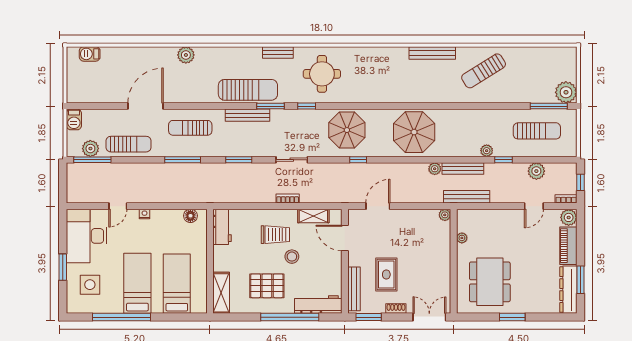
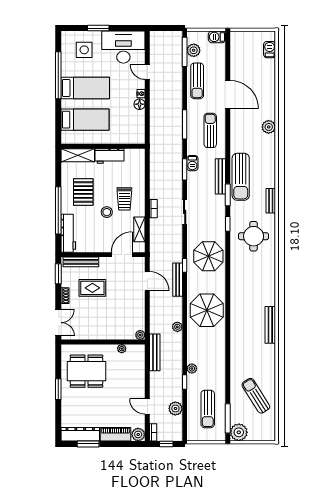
sun lounger: (484, 71) -> (256, 396), moved
barbecue: (231, 150) -> (192, 163), added
bench: (463, 168) -> (178, 280), moved
floor lamp: (190, 216) -> (140, 104), moved
workbench: (222, 227) -> (109, 156), moved

